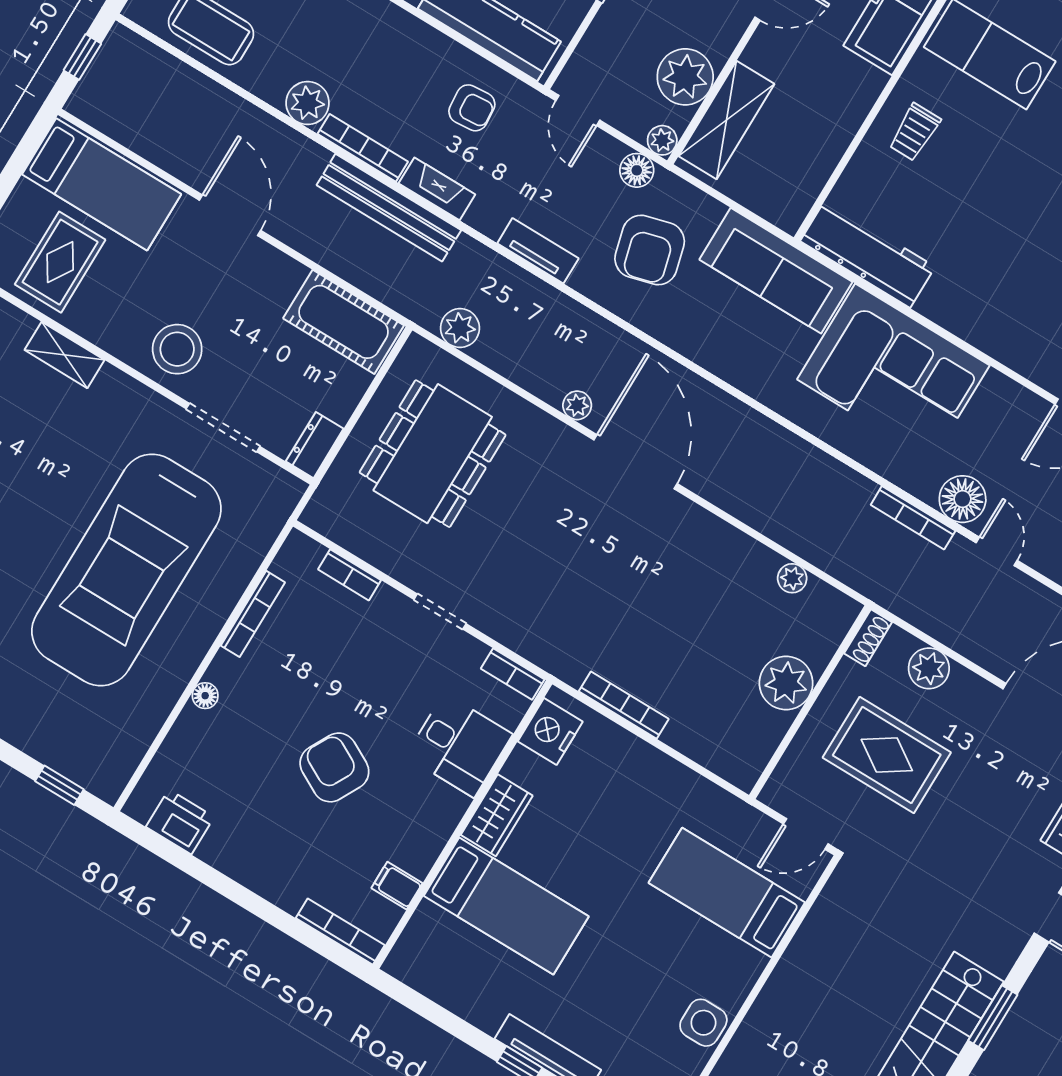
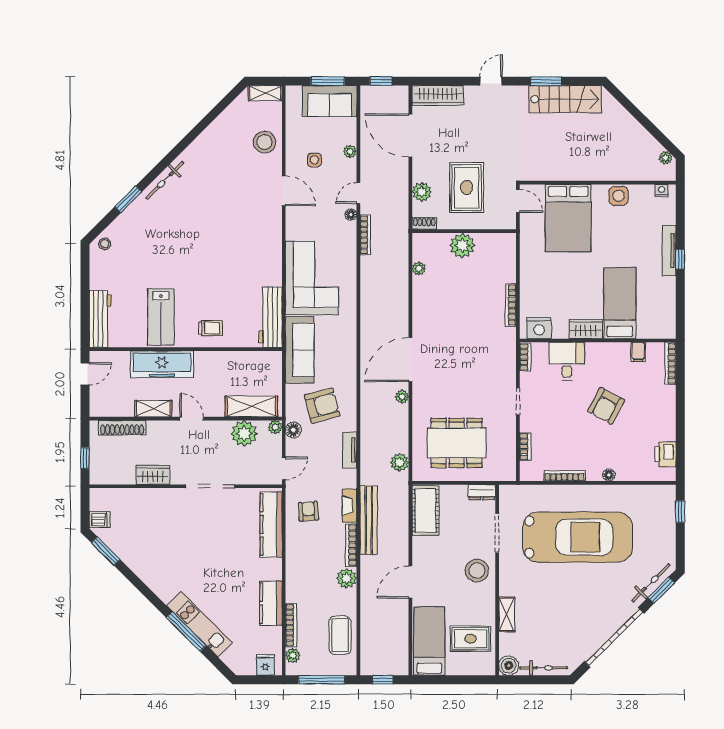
floor lamp: (963, 499) -> (351, 214), width x0.53, depth x0.53
bed: (727, 893) -> (568, 218), width x1.50

